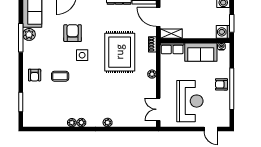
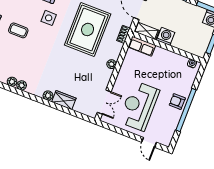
washing machine: (223, 32) -> (166, 36), moved, turned 90
sofa: (201, 52) -> (169, 61), removed
reception desk: (190, 101) -> (139, 106), turned 180
double door: (158, 109) -> (104, 102), swing flipped
wardrobe: (123, 121) -> (64, 100), added

